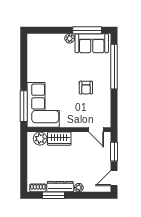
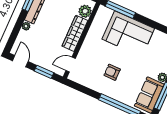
corner sofa: (43, 105) -> (128, 34), moved
wardrobe: (59, 139) -> (75, 33), width x1.50

